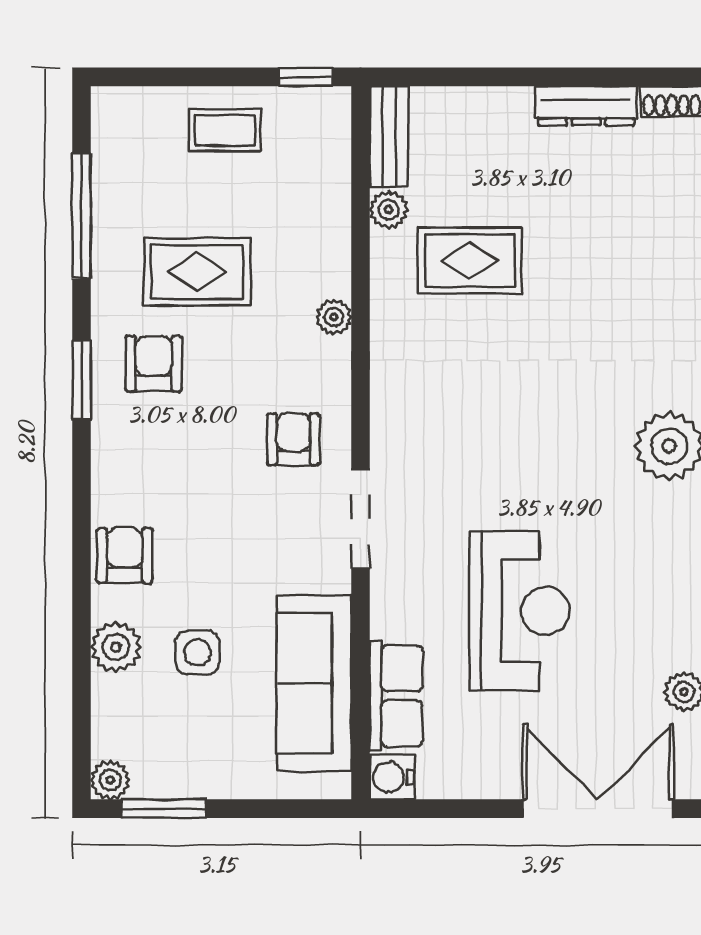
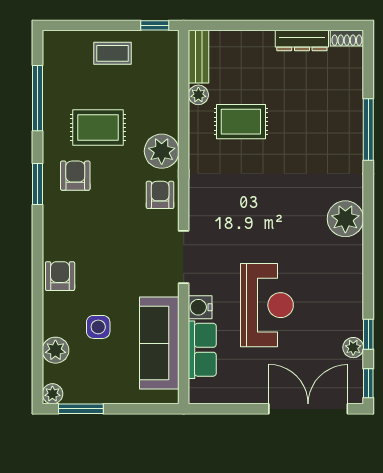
plant: (334, 317) -> (162, 151), width x1.87, depth x1.87
armchair: (293, 439) -> (160, 195), moved
plant: (116, 647) -> (55, 350), moved
water cooler: (392, 777) -> (200, 307), moved

